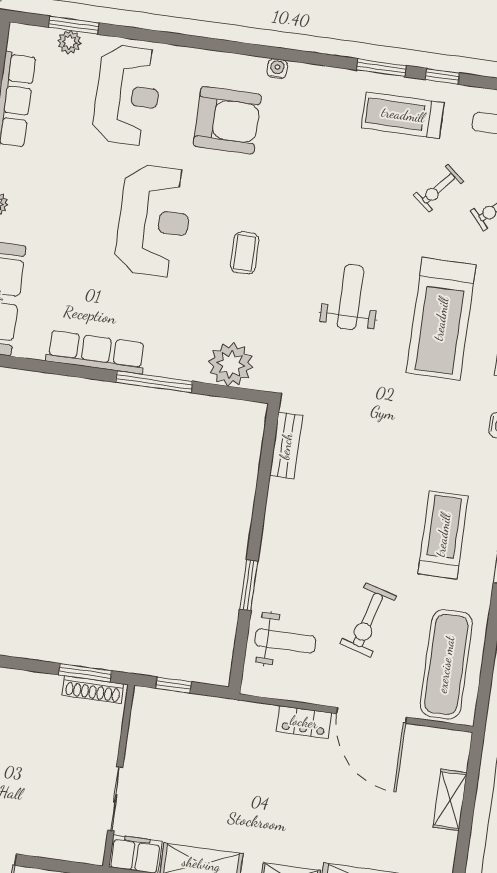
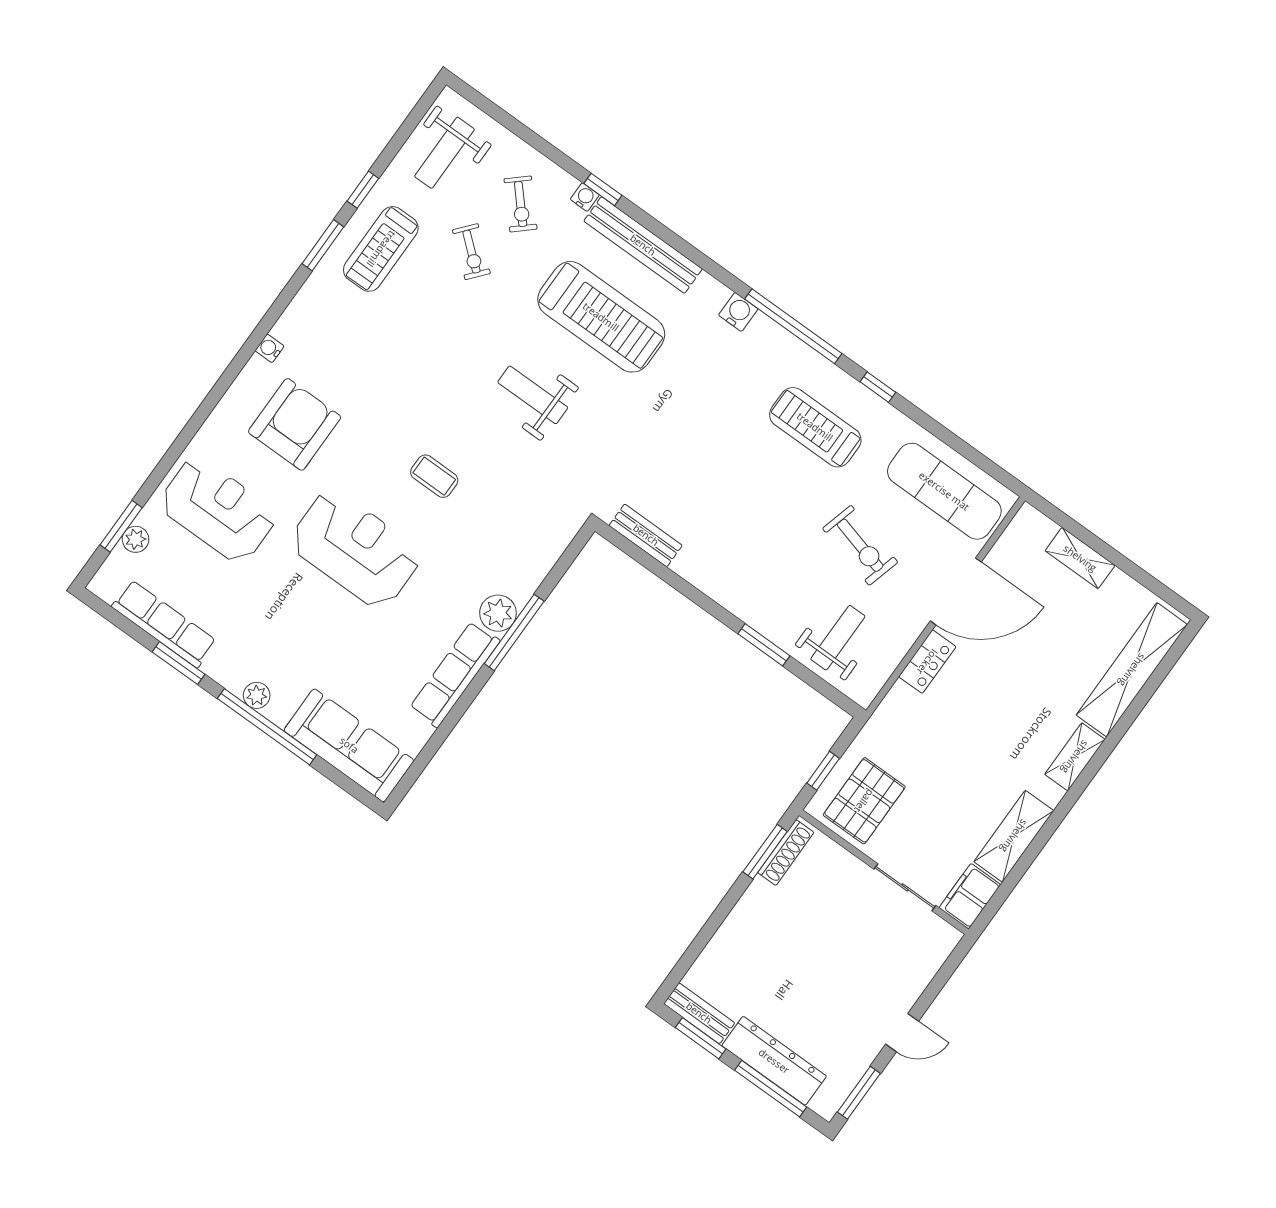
plant: (231, 364) -> (498, 613), moved, width x0.73, depth x0.73
pallet: (167, 730) -> (864, 801), added

